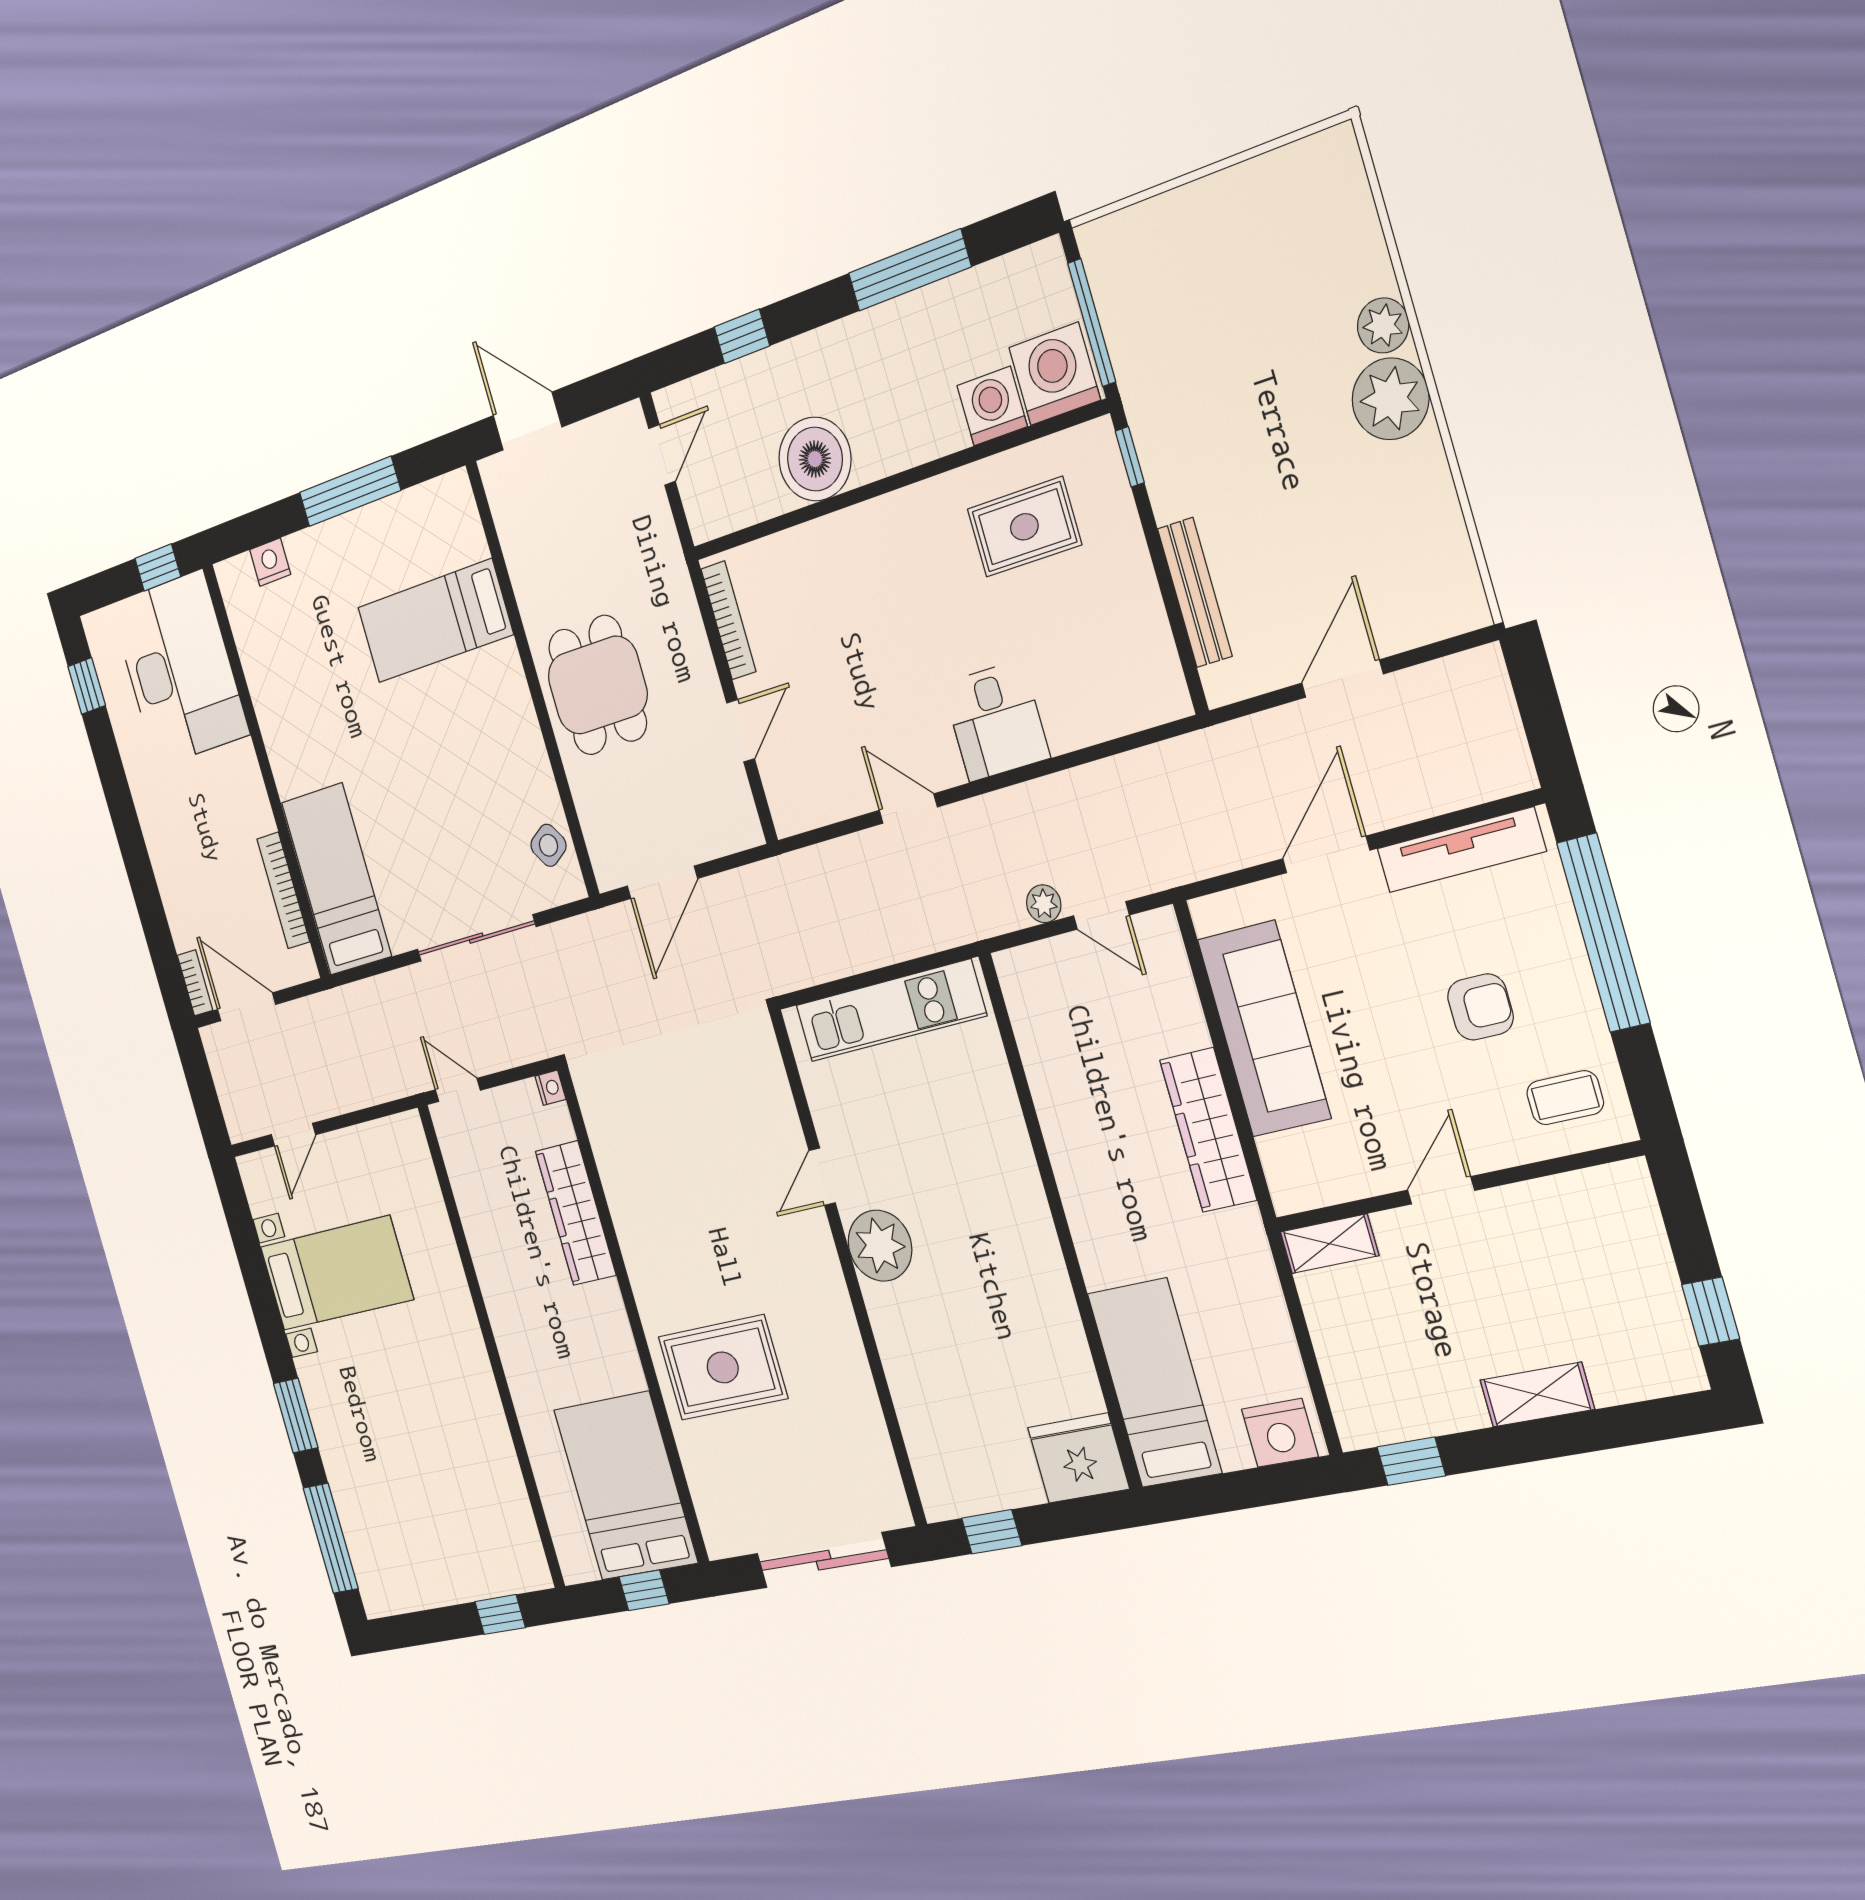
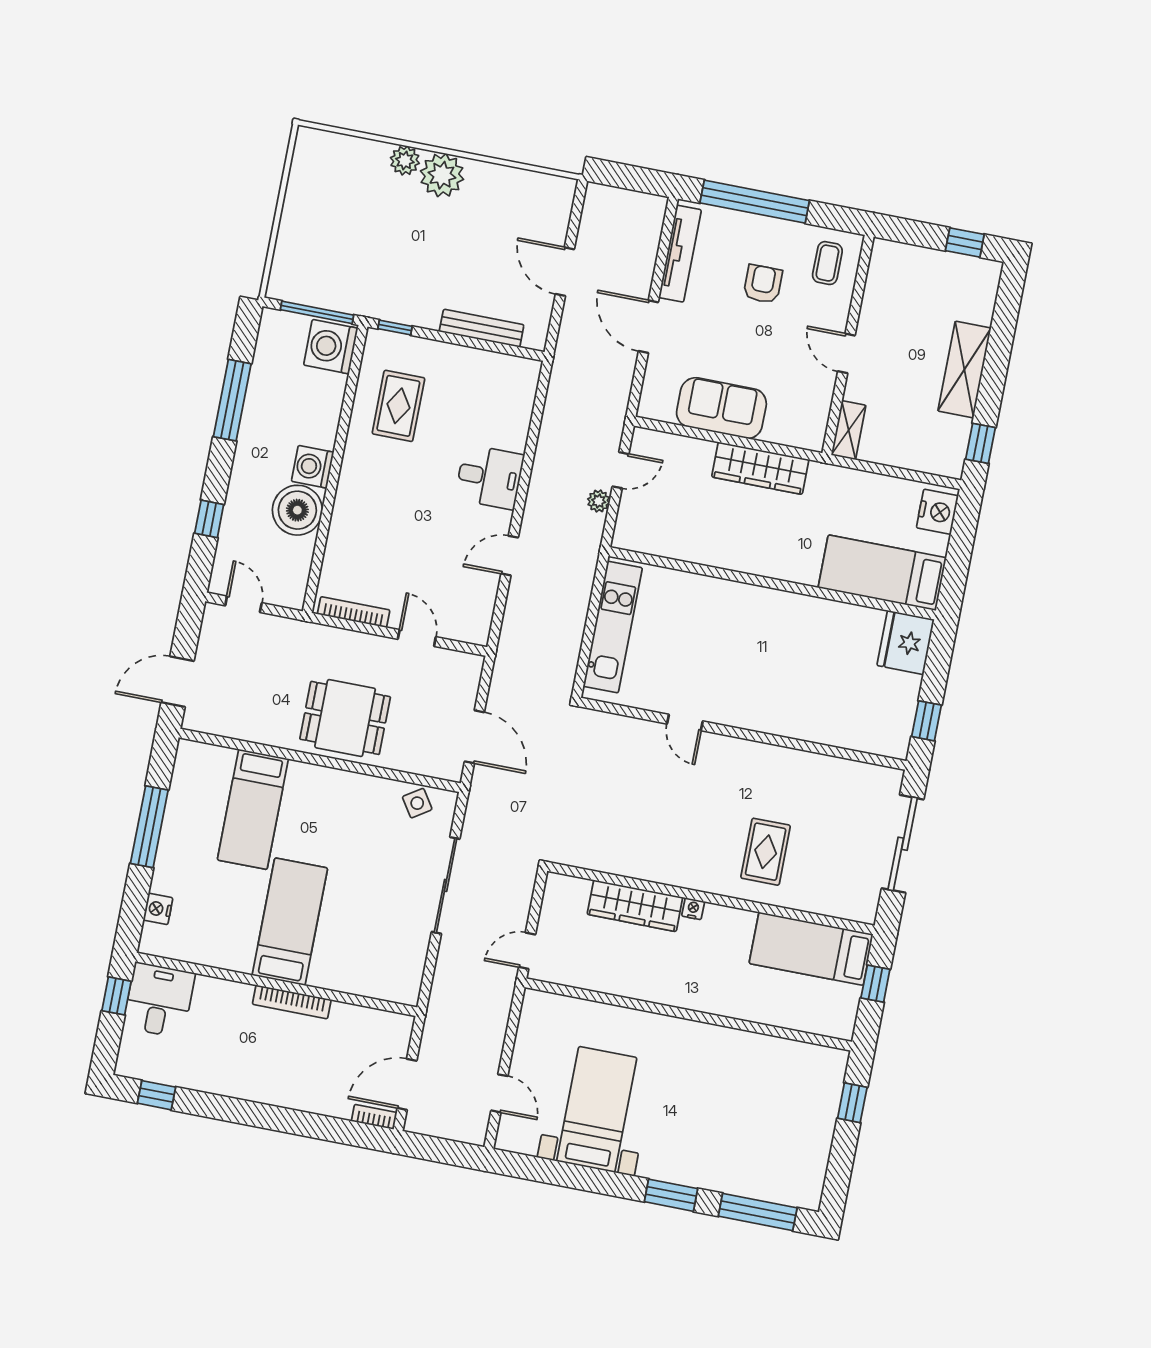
washing machine: (992, 406) -> (313, 467), moved
desk: (180, 669) -> (159, 1000), width x0.53, depth x0.77
bed: (336, 879) -> (290, 922), moved, turned 90
bookcase: (283, 890) -> (292, 1002), moved
sofa: (1264, 1029) -> (721, 408), width x0.73
nightstand: (550, 1088) -> (693, 909), moved
plant: (880, 1246) -> (739, 706), removed
rug: (723, 1367) -> (766, 852), width x0.73, depth x0.70
shelving: (1537, 1395) -> (964, 370), width x1.50, depth x1.33
bed: (626, 1486) -> (811, 949), width x0.67

